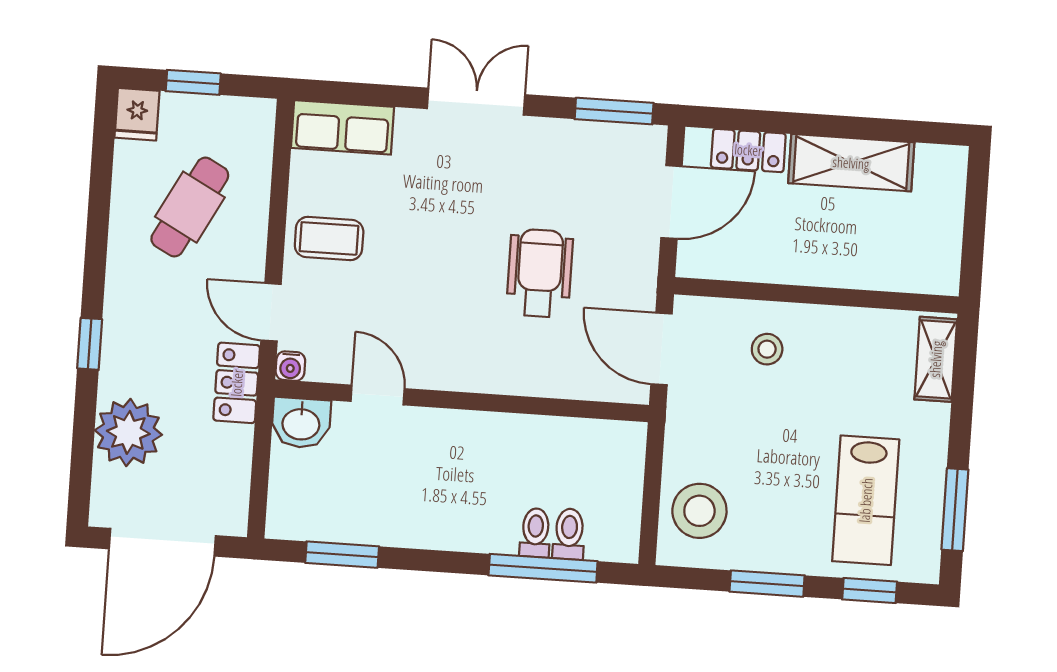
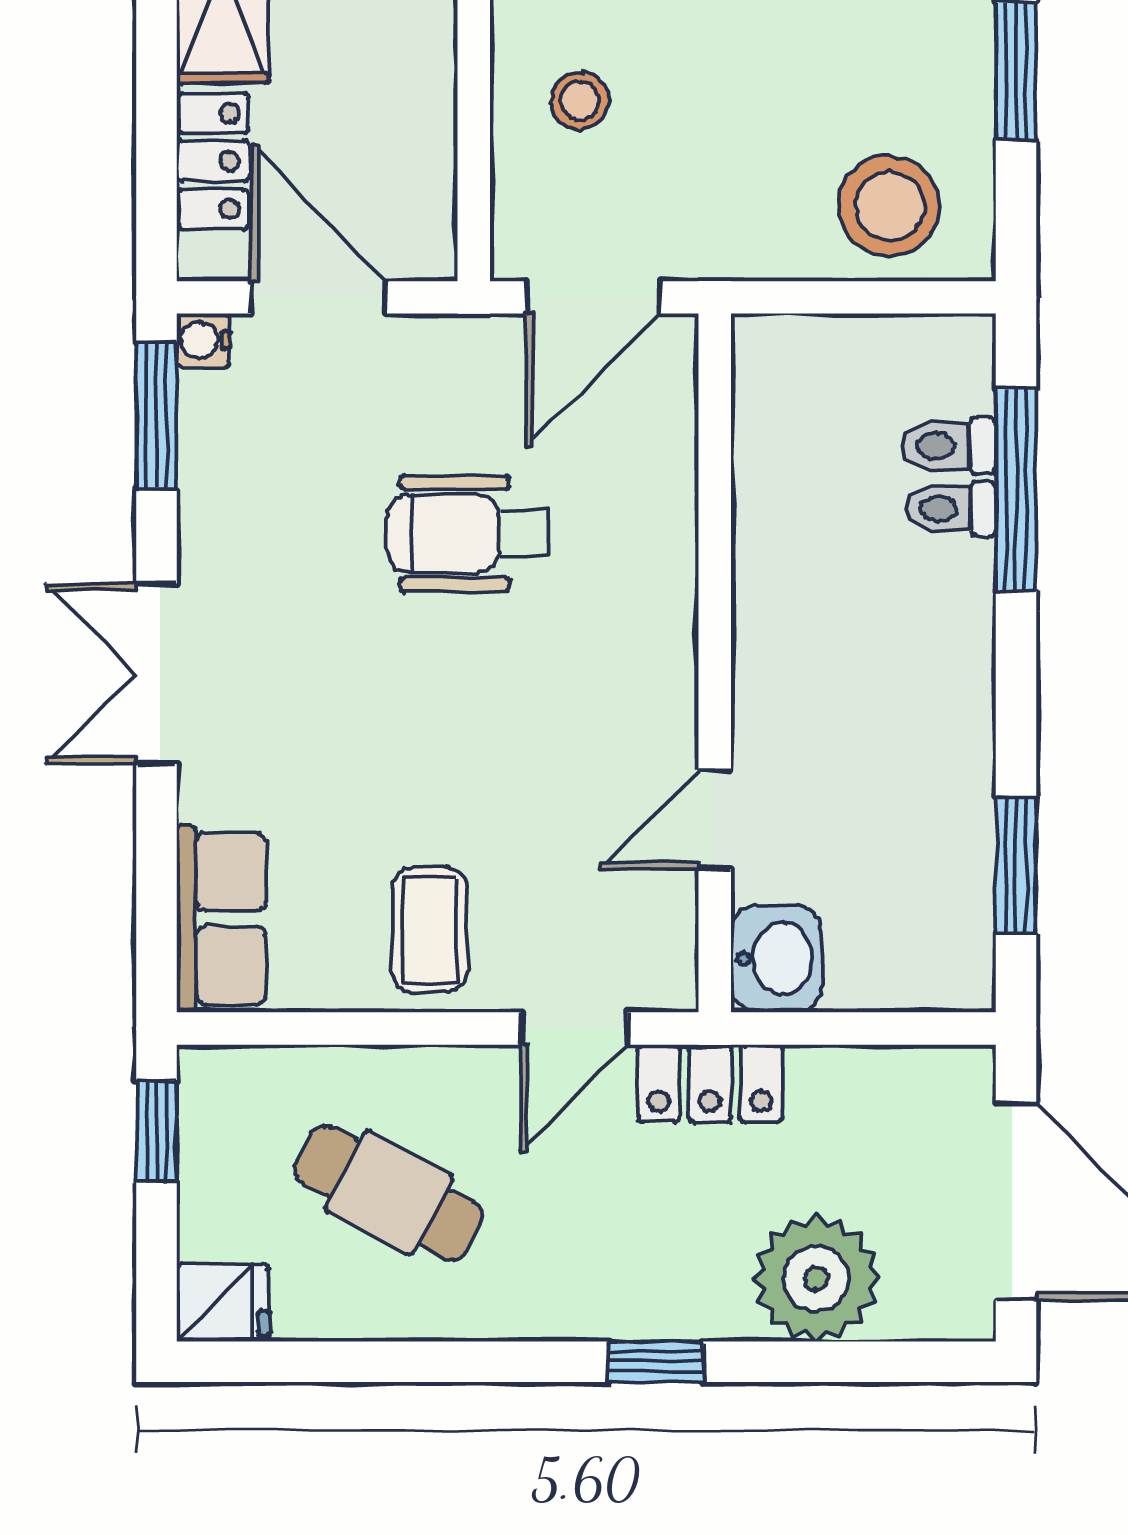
window: (193, 82) -> (156, 1131), moved
water cooler: (290, 366) -> (203, 340), moved, turned 180

